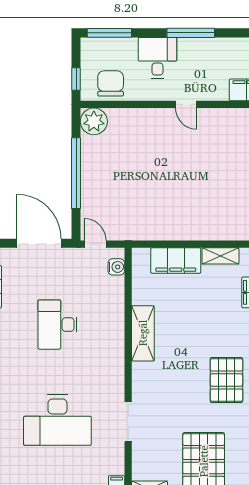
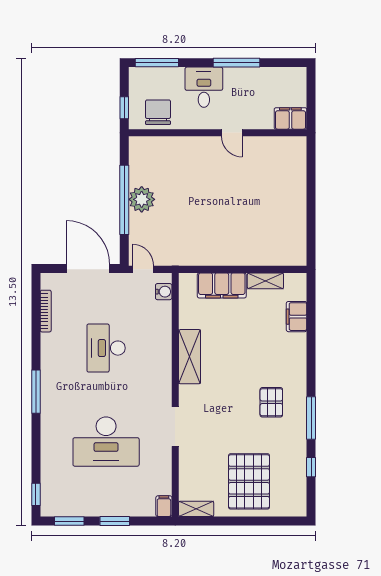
plant: (94, 121) -> (142, 199), moved
pallet: (226, 380) -> (271, 402), width x0.67, depth x0.71
doorway: (128, 422) -> (175, 427), moved

